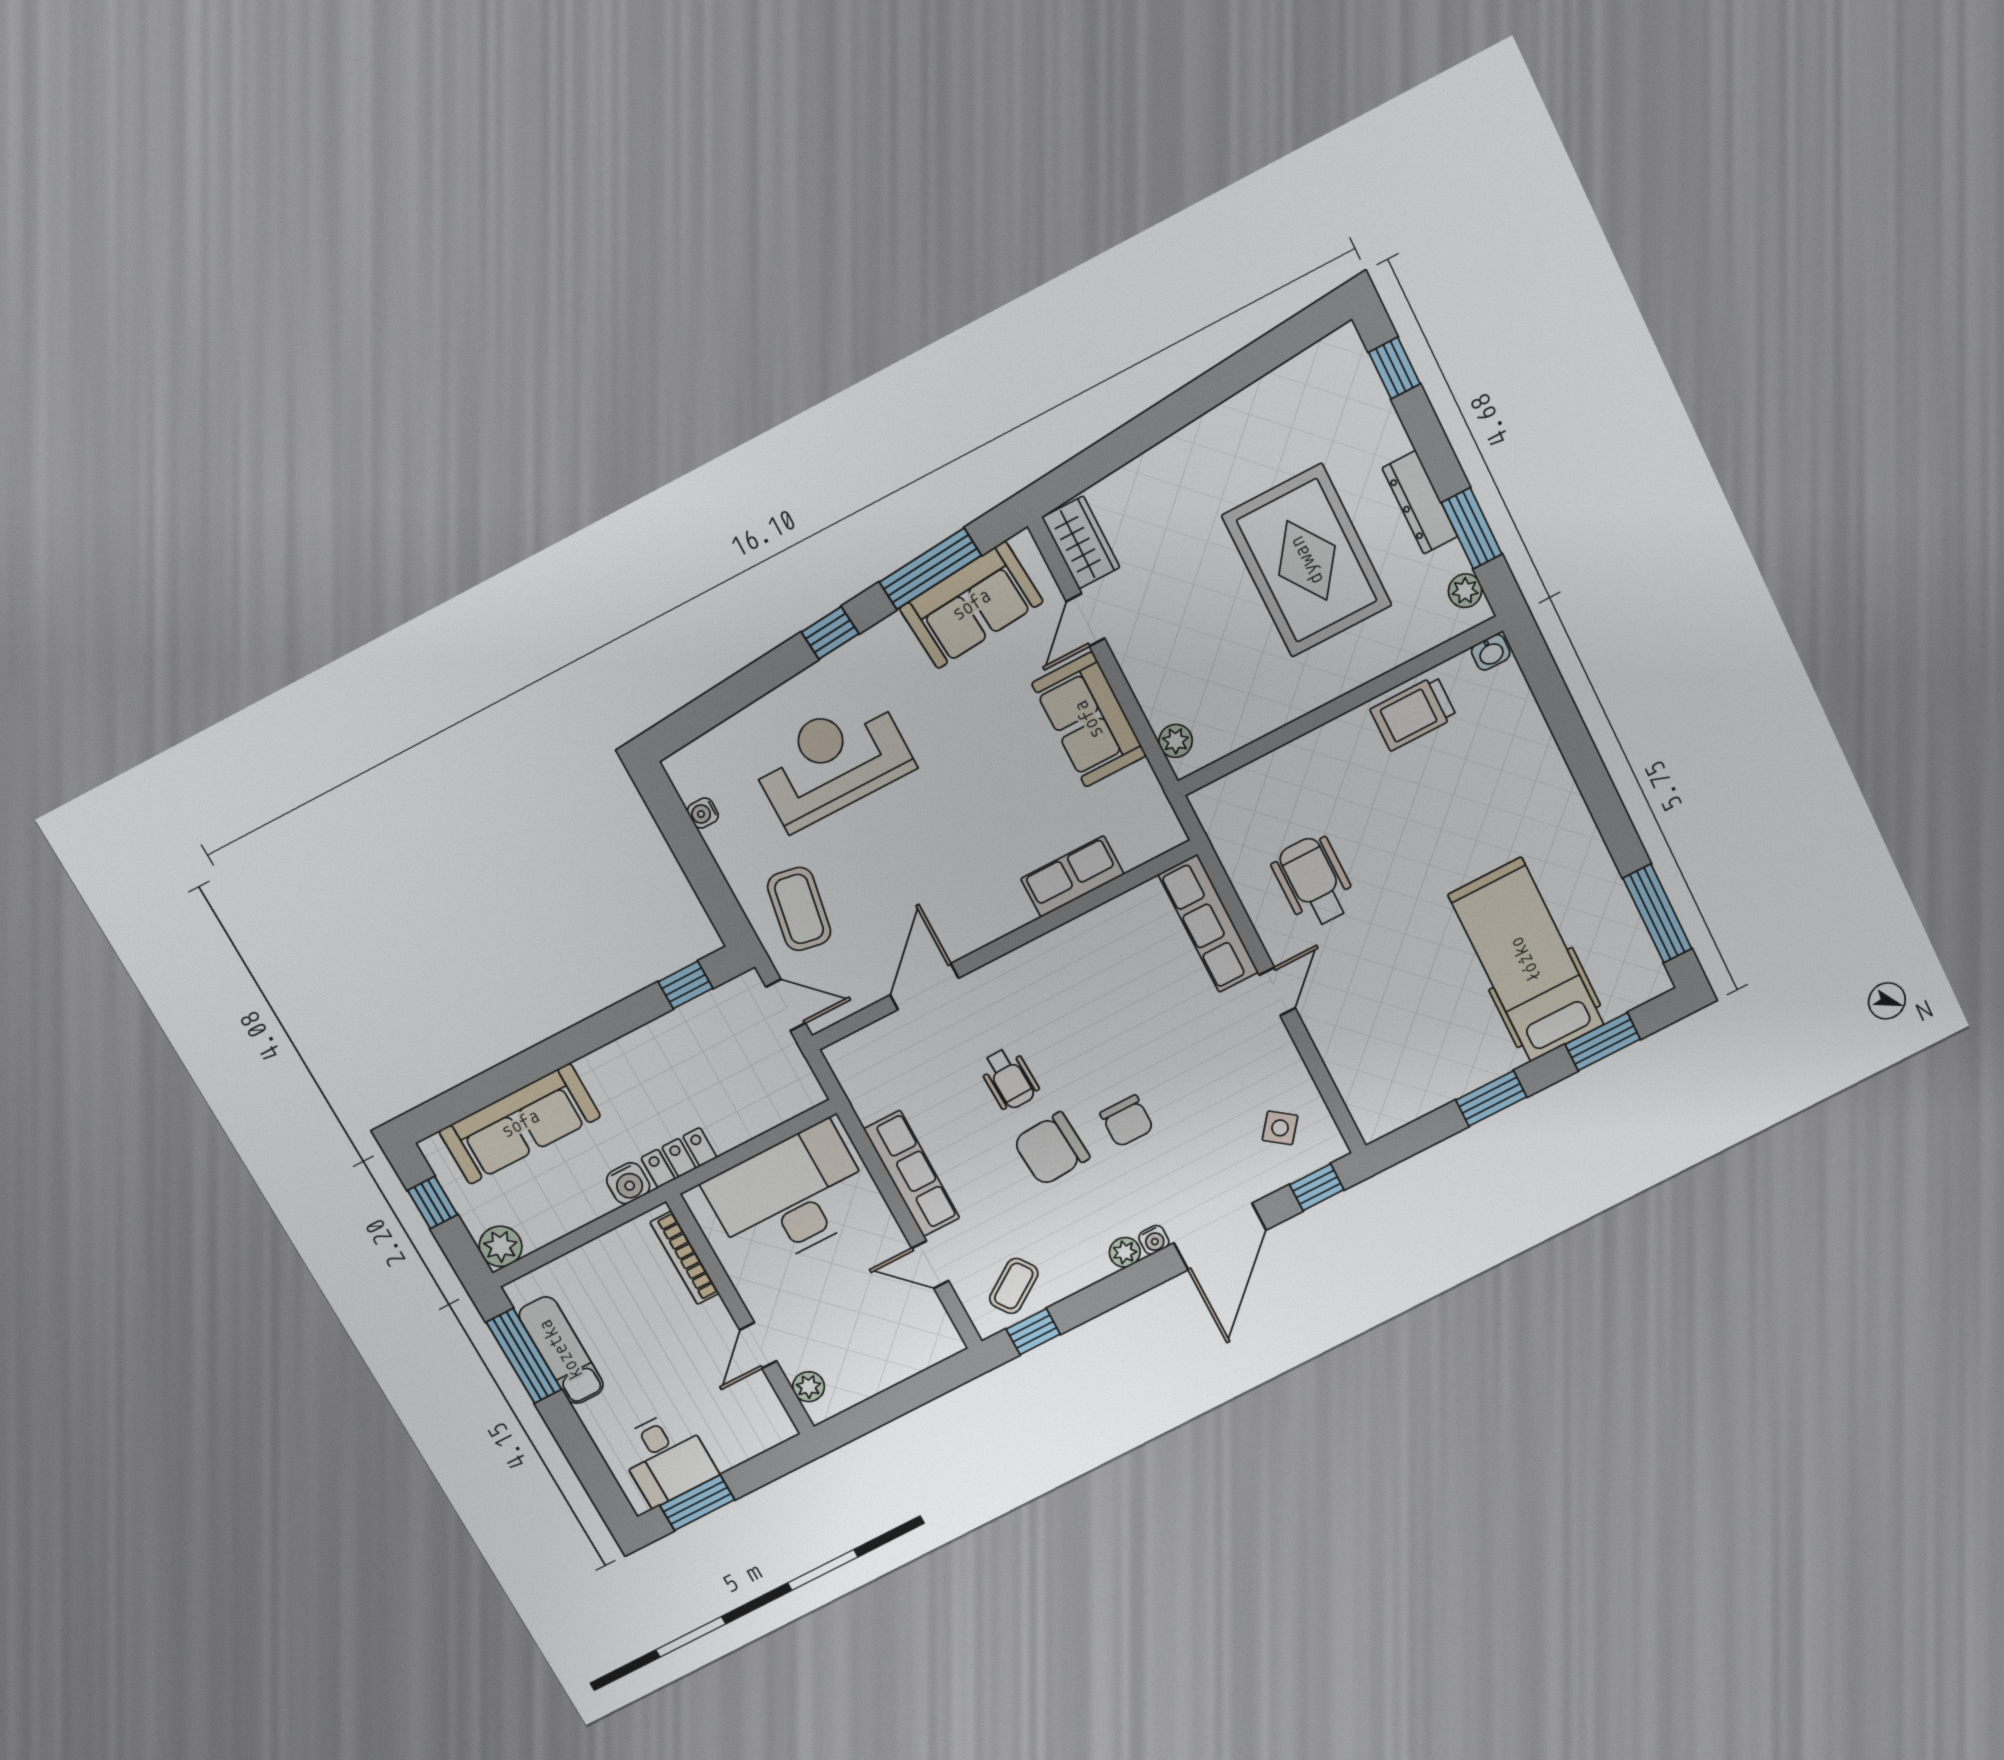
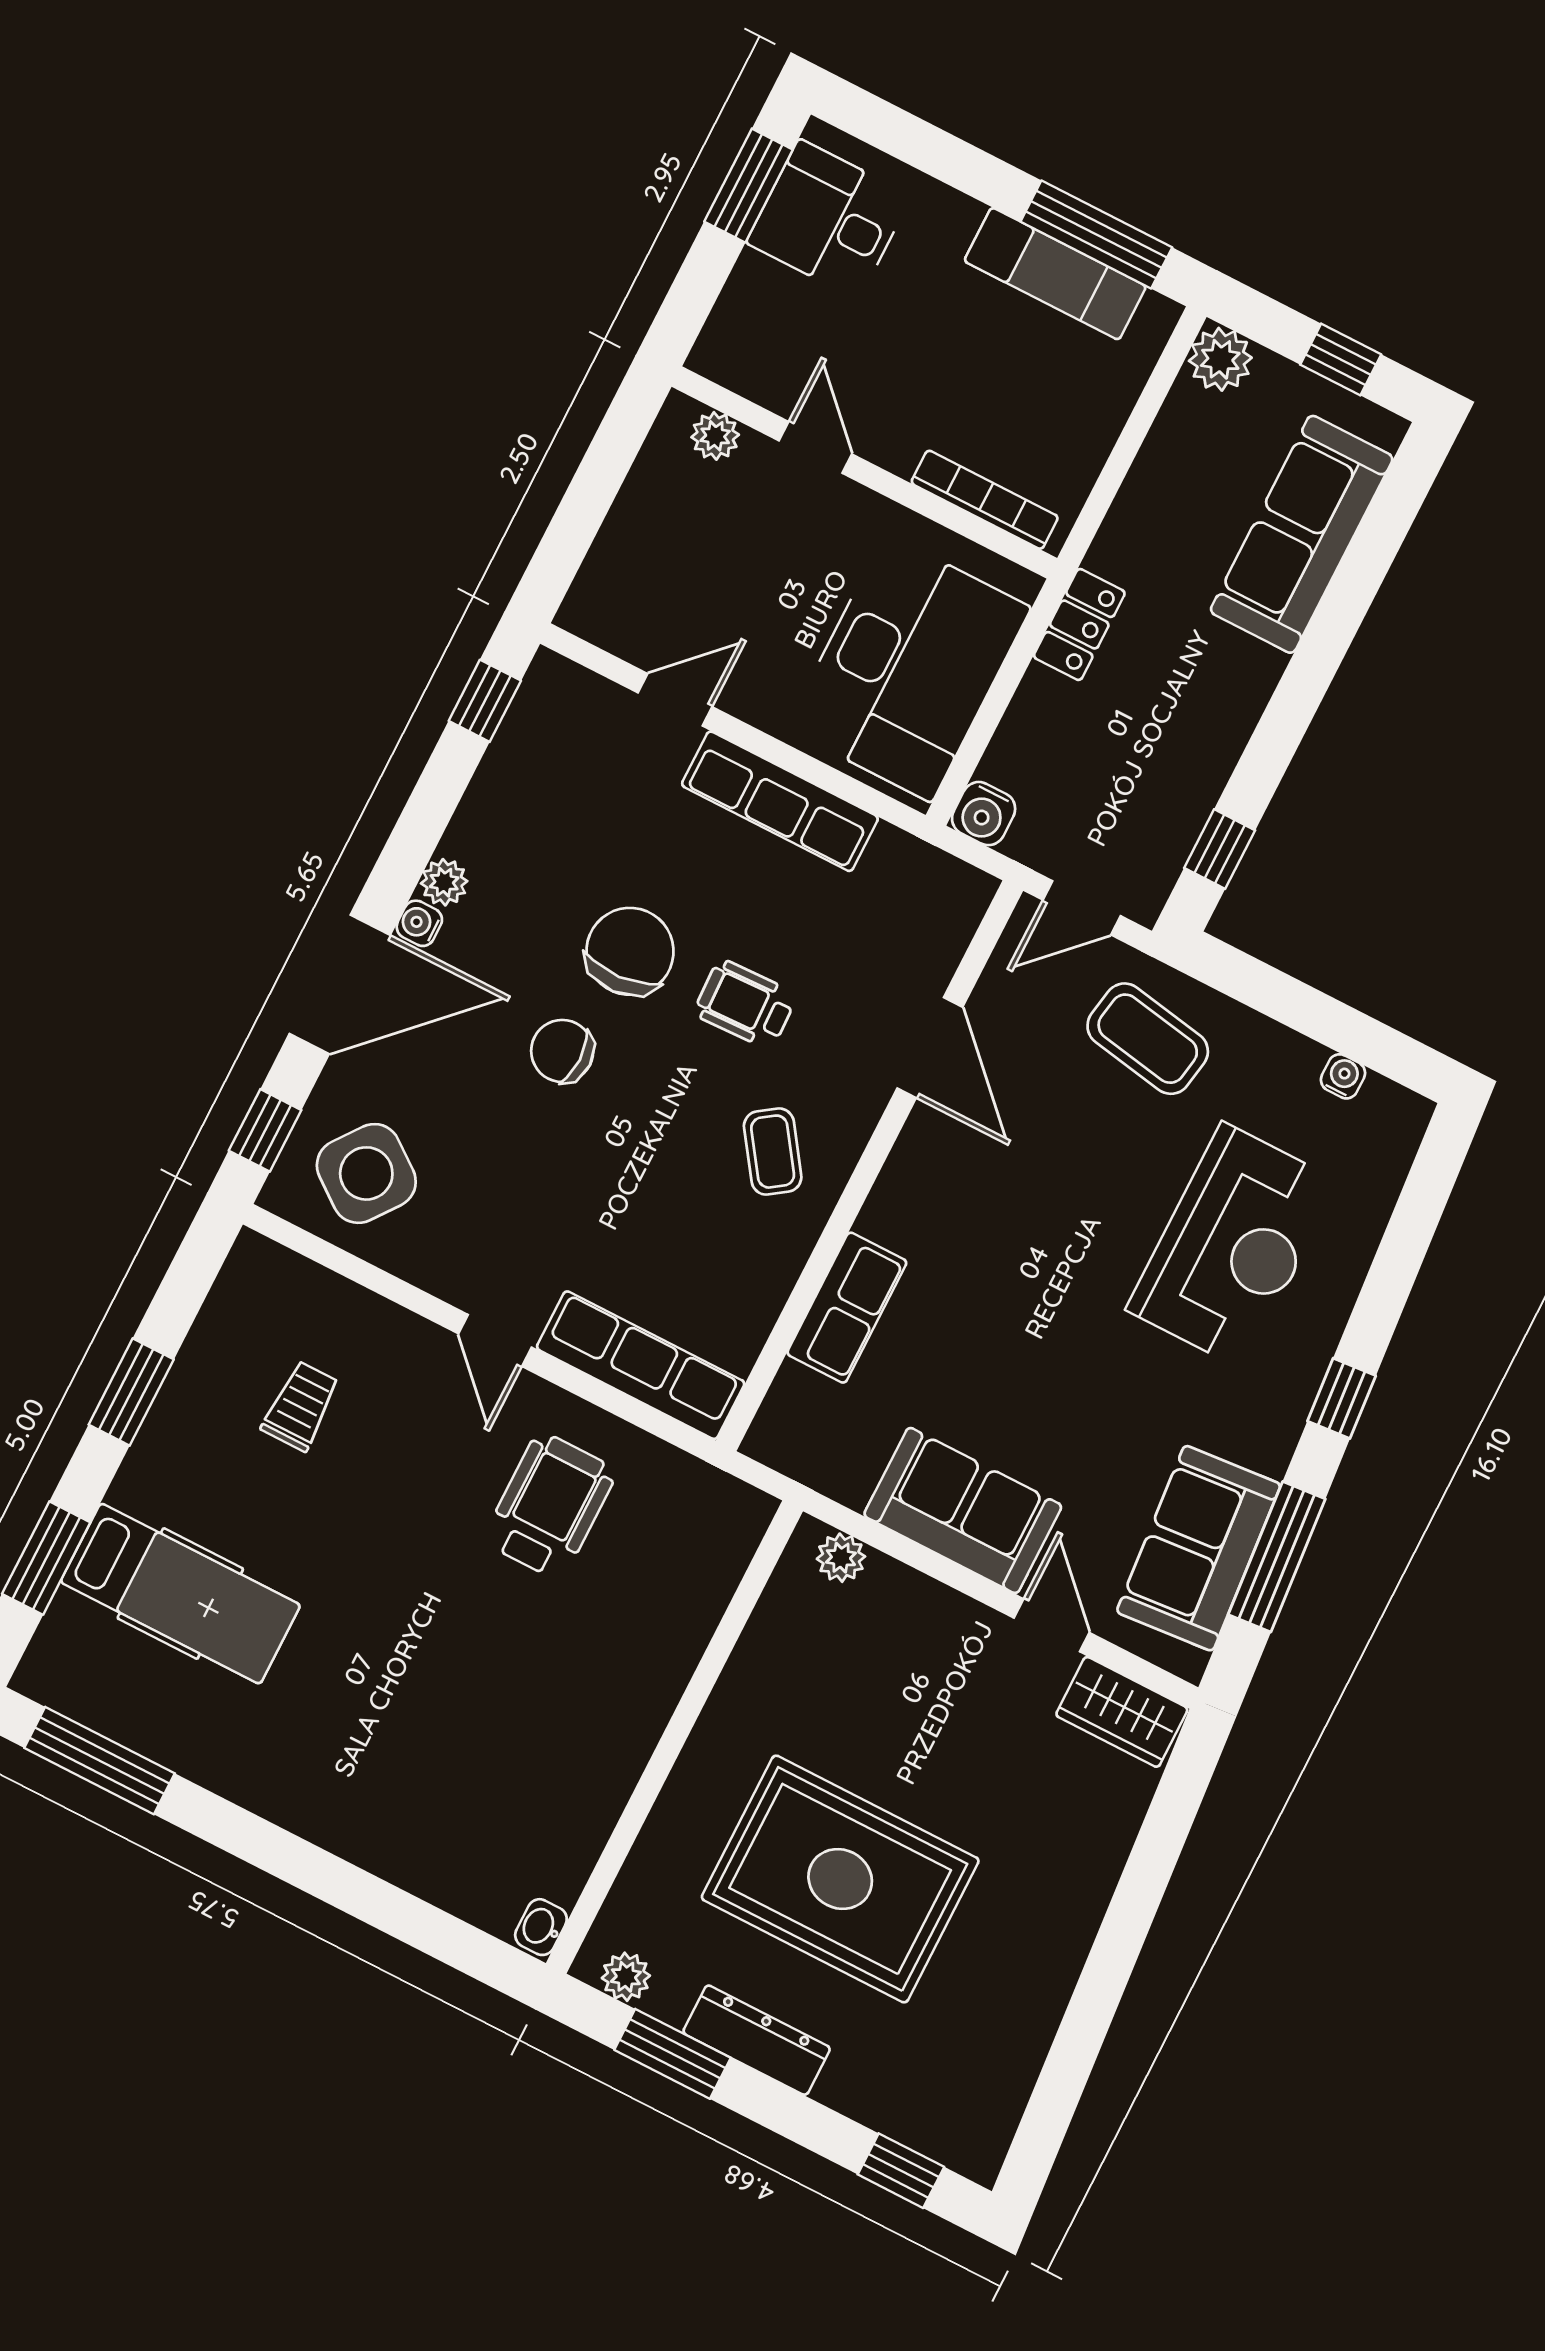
trolley: (1413, 713) -> (301, 1406), moved, width x0.73, depth x0.72
wheelchair: (1314, 882) -> (550, 1506), turned -90
hospital bed: (1526, 960) -> (180, 1594), width x0.73, depth x0.78
side table: (1280, 1128) -> (366, 1173), width x1.87, depth x1.87
water cooler: (628, 1183) -> (984, 814), moved, turned -90
door: (1220, 1236) -> (340, 984), swing flipped
coffee table: (1014, 1286) -> (773, 1152), moved

